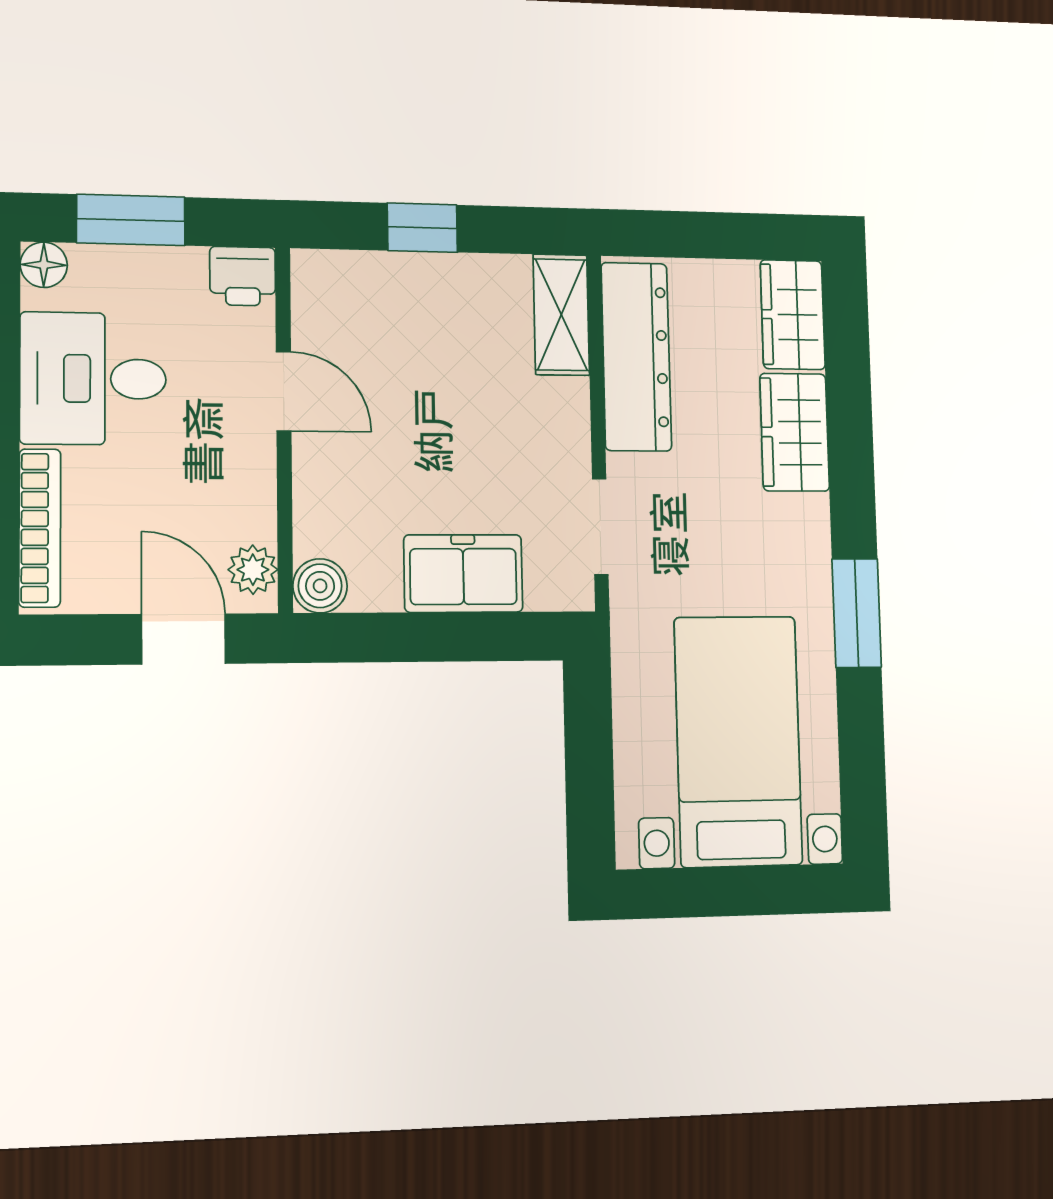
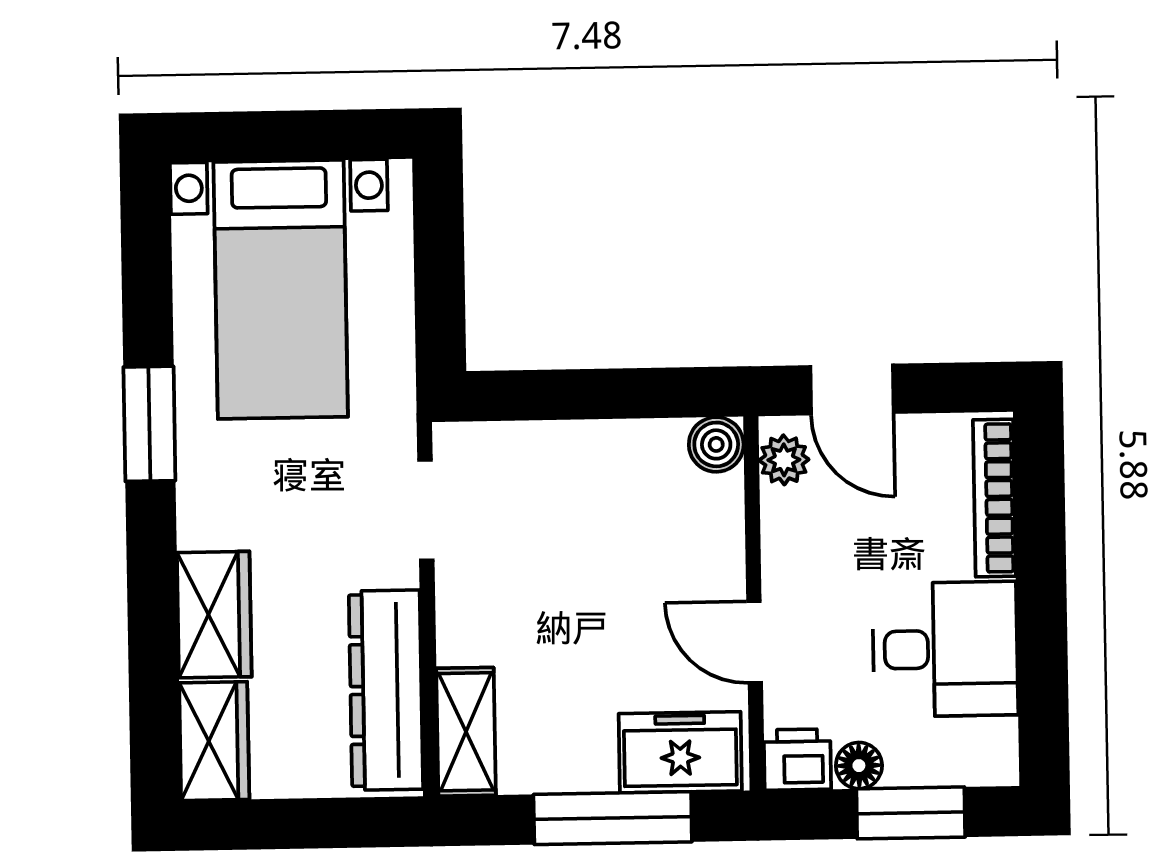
window: (422, 228) -> (613, 818), width x2.17
floor lamp: (44, 265) -> (859, 766), moved
freezer: (463, 573) -> (680, 752), moved, turned 180

